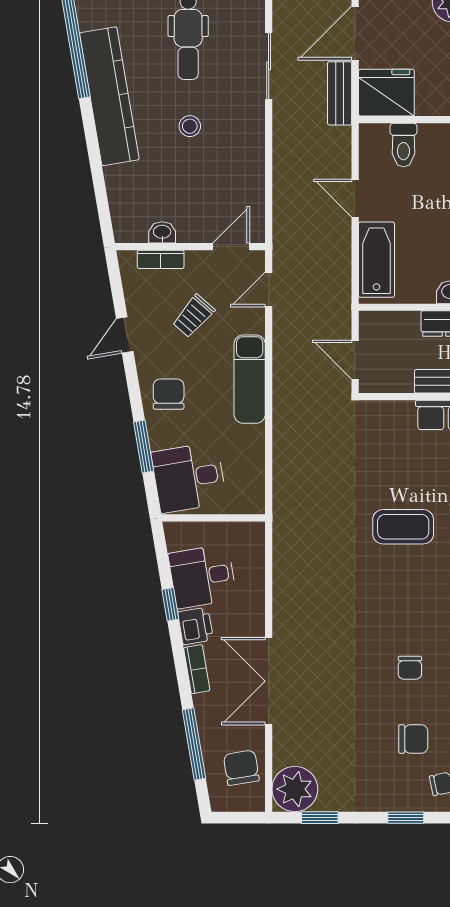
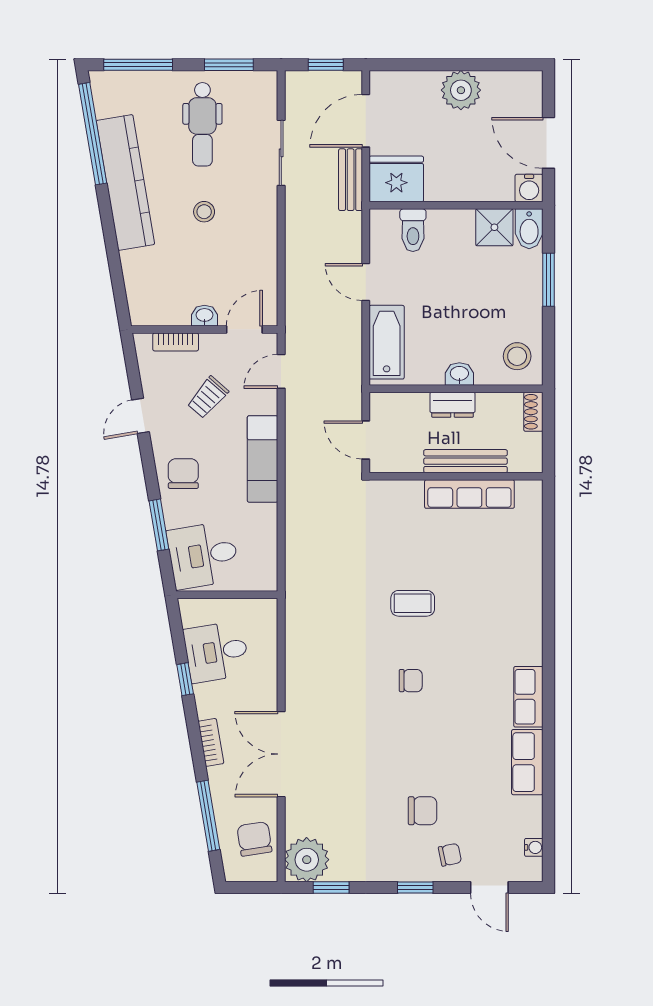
washbasin: (162, 232) -> (204, 316), moved
coffee table: (403, 527) -> (413, 603), width x0.73, depth x0.77
printer: (195, 626) -> (210, 700), removed
chair: (410, 668) -> (411, 681), moved, turned -90

